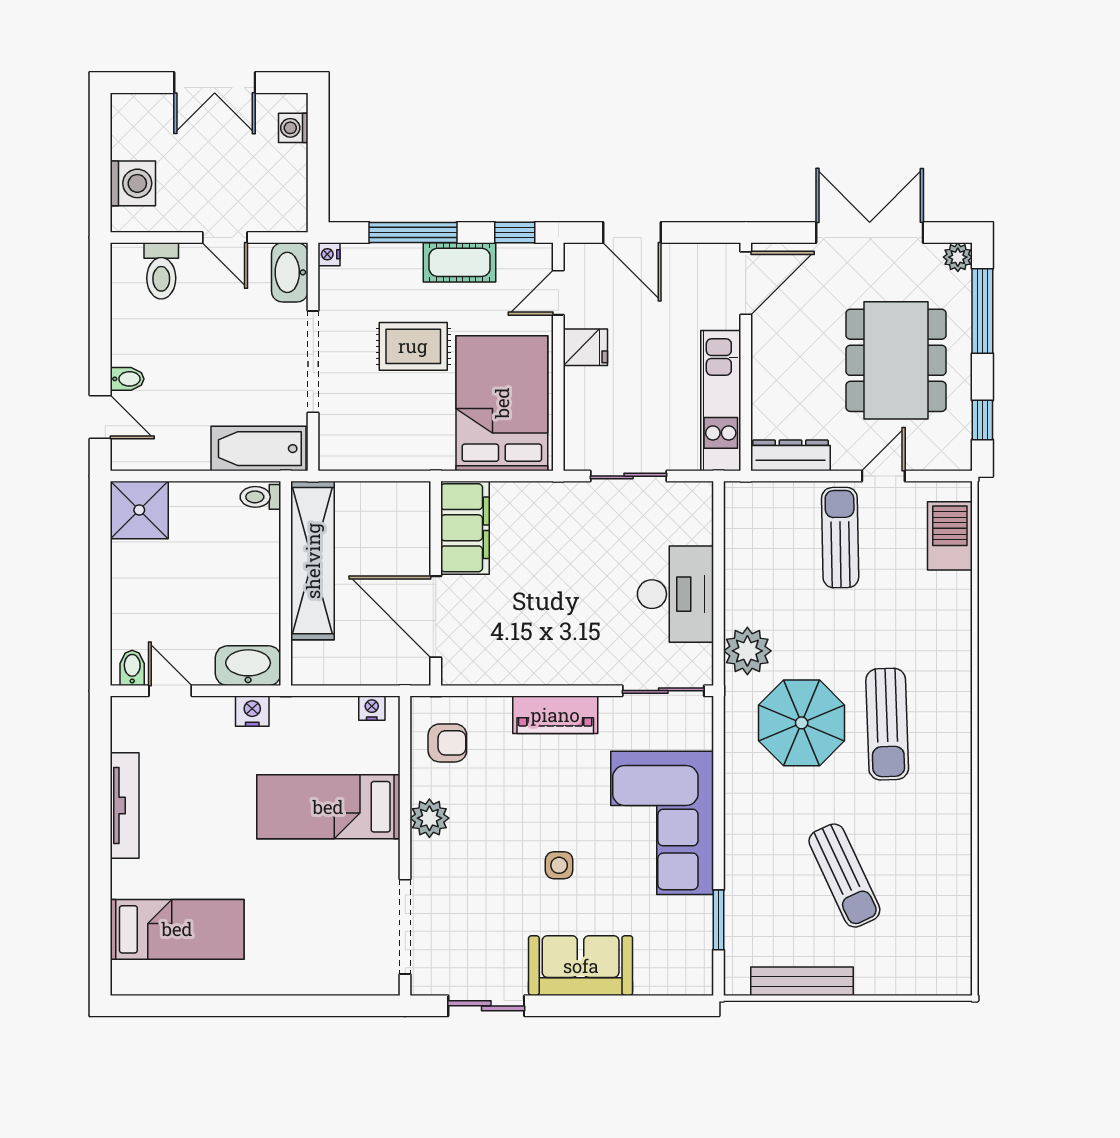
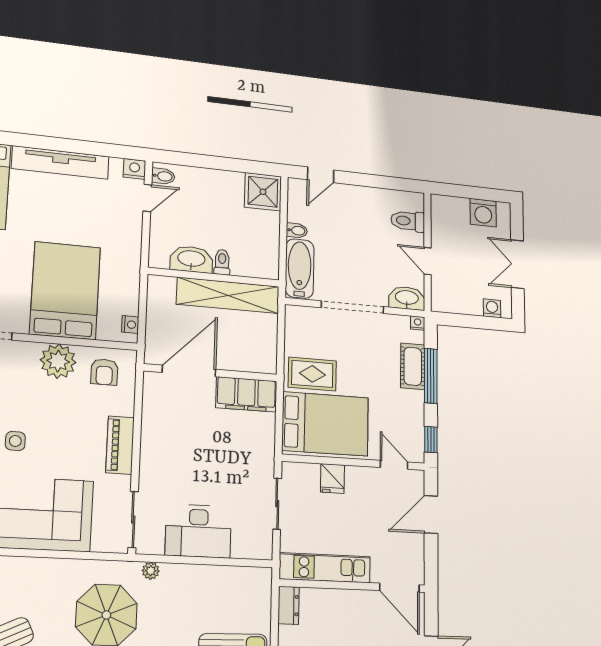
washing machine: (133, 183) -> (483, 213), moved
door: (225, 238) -> (428, 261), hinge flipped
cot: (460, 262) -> (413, 366), moved
rug: (413, 346) -> (312, 374), moved, turned 90
fridge: (585, 347) -> (332, 478), moved
bidet: (127, 379) -> (297, 231), moved, turned -90
dresser: (790, 455) -> (289, 605), width x0.70
toilet: (260, 497) -> (222, 262), moved
plant: (747, 651) -> (151, 571), width x0.53, depth x0.53
washbasin: (248, 666) -> (191, 259), moved, turned -90
nightstand: (252, 711) -> (135, 169), moved, turned -90
tv unit: (125, 805) -> (60, 162), width x1.36, depth x1.29
bed: (328, 807) -> (65, 291), width x1.50
plant: (429, 818) -> (58, 361), width x1.36, depth x1.36

